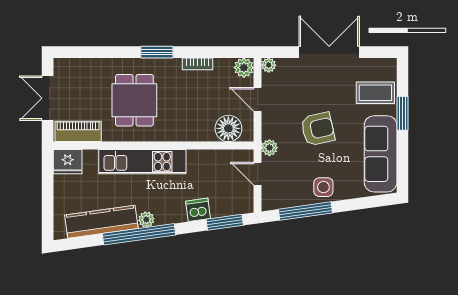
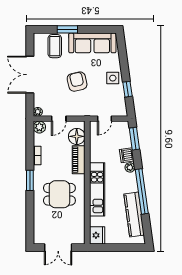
piano: (78, 131) -> (79, 160), moved
plant: (269, 148) -> (89, 111), removed
window: (305, 211) -> (128, 89), width x0.46
plant: (146, 219) -> (130, 167), moved

